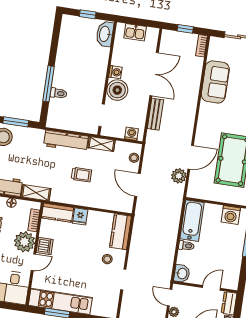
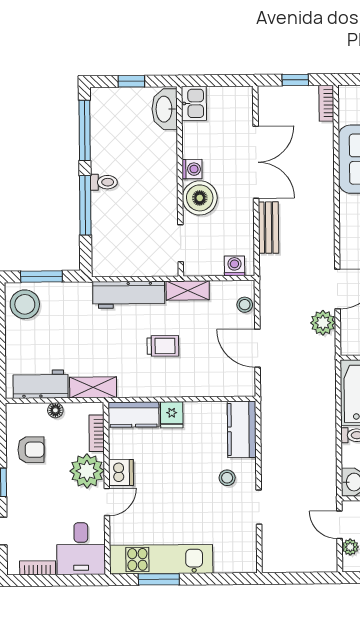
kitchen sink: (135, 32) -> (194, 103), moved, turned -90
window: (55, 39) -> (85, 130), added
toilet: (59, 93) -> (104, 182), moved

